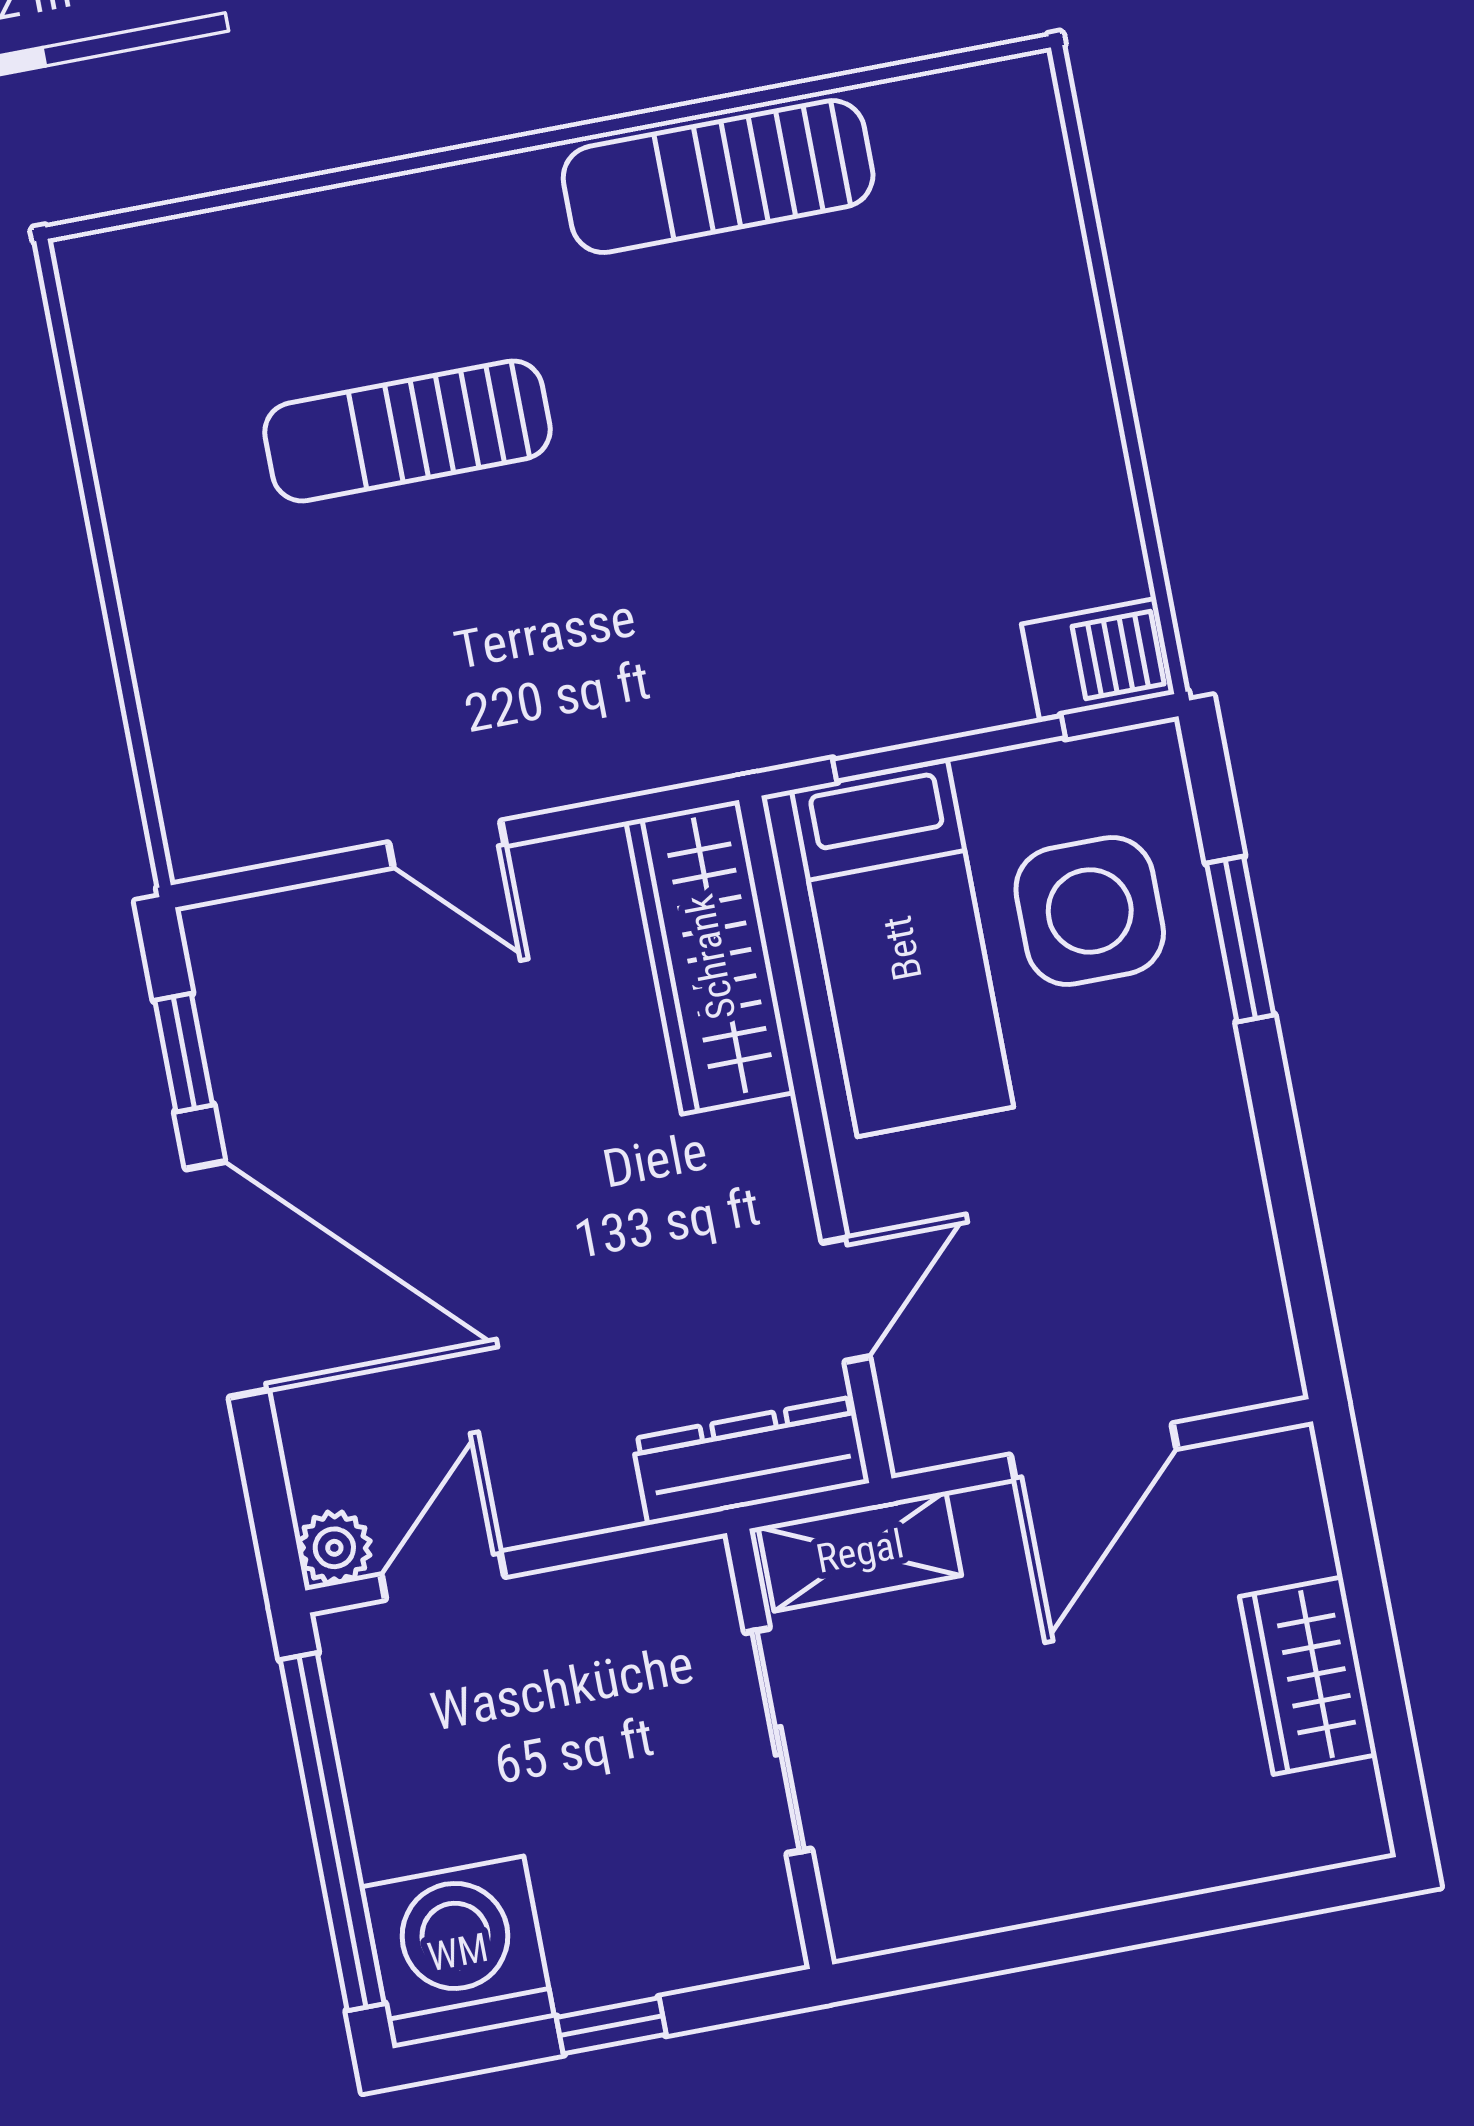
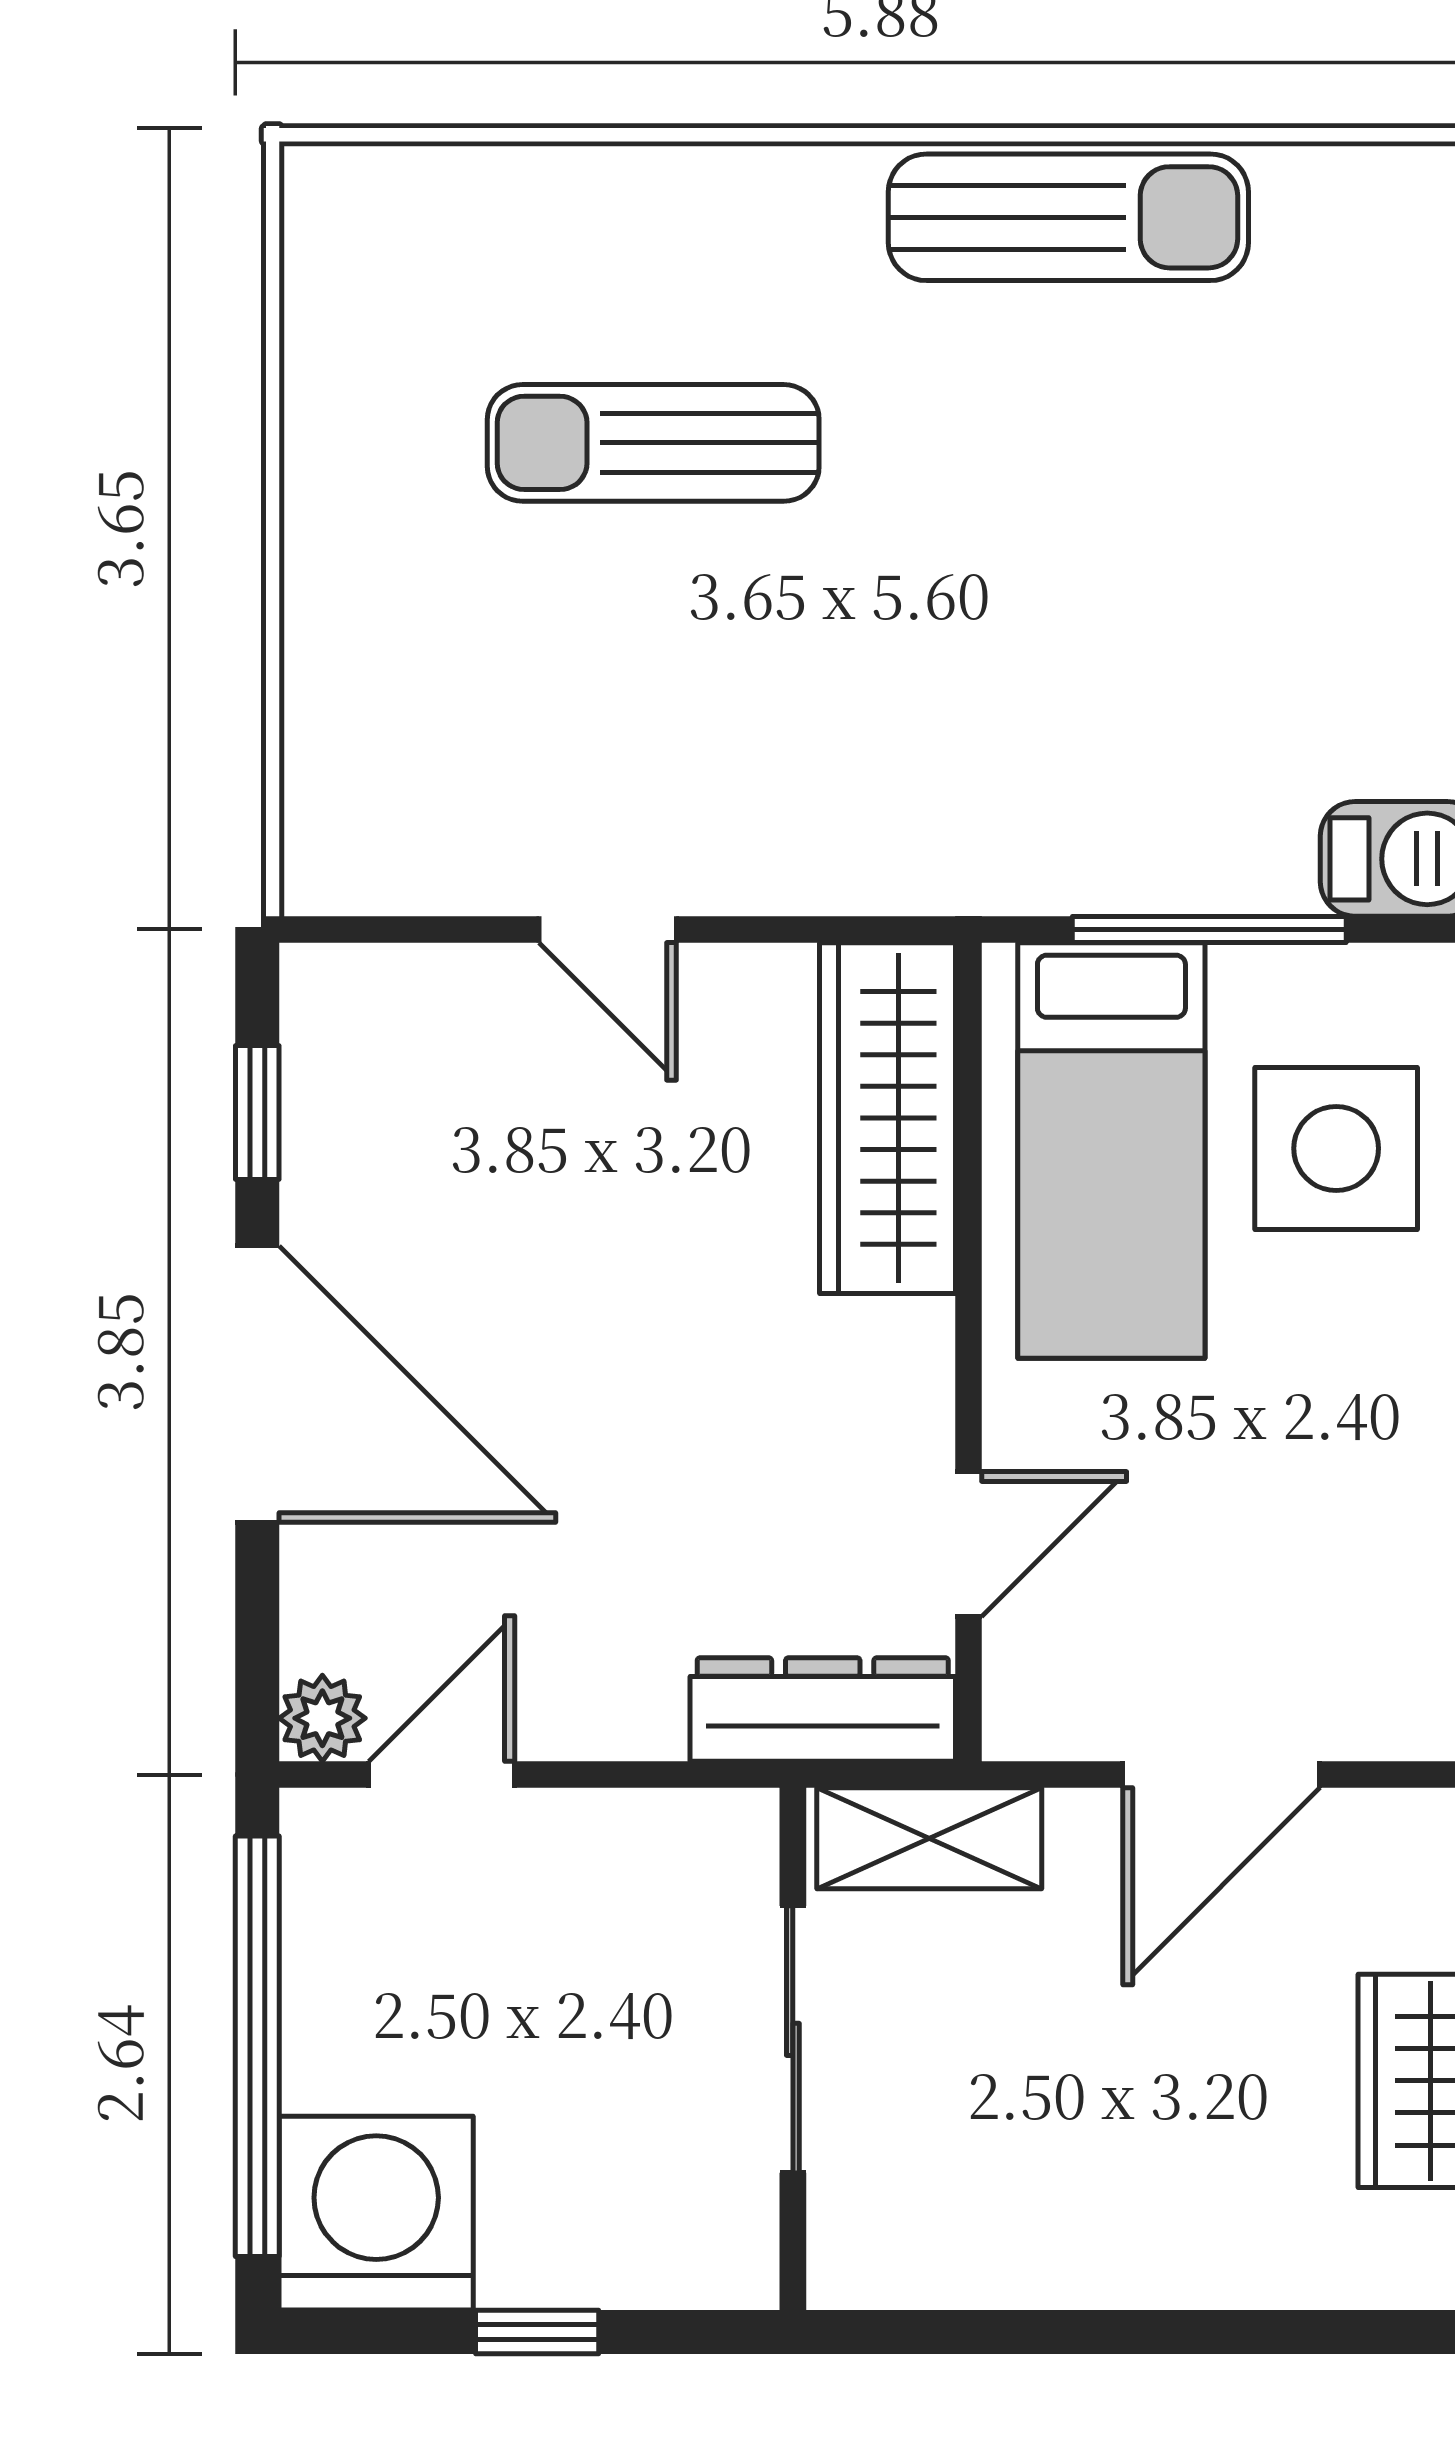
sun lounger: (718, 177) -> (1068, 217), turned 180

